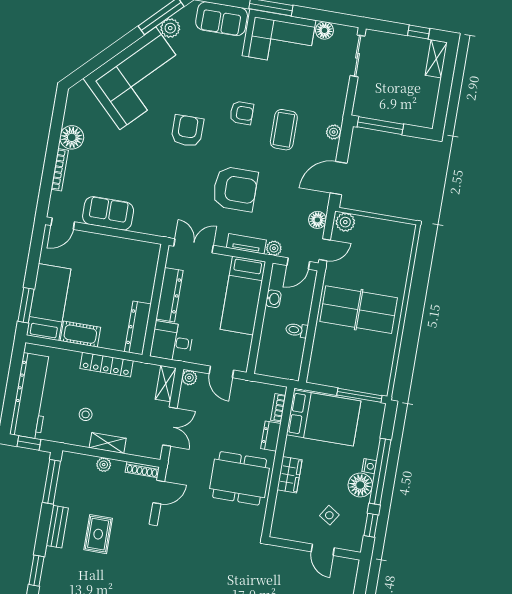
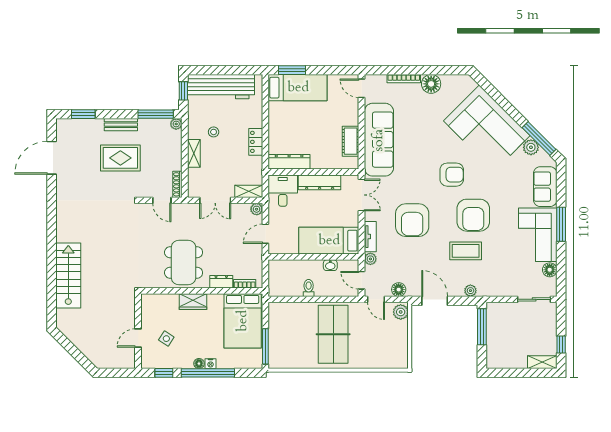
armchair: (242, 113) -> (473, 215), width x1.88, depth x1.88
sofa: (108, 213) -> (379, 140), width x1.85, depth x1.27
cot: (80, 334) -> (351, 141), moved
locker: (107, 365) -> (256, 142), width x0.66
plant: (104, 465) -> (176, 124), moved
floor lamp: (360, 485) -> (199, 364), width x0.53, depth x0.53
rug: (98, 534) -> (120, 158), width x1.36, depth x1.43

